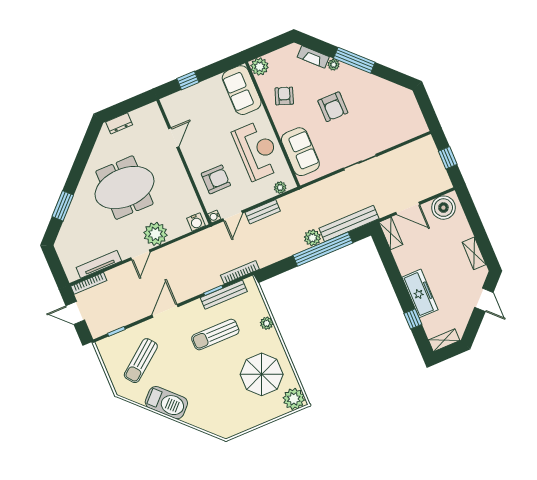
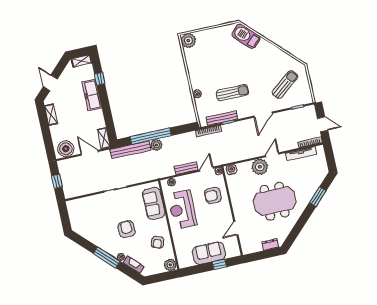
sofa: (242, 90) -> (209, 253), moved, turned -90
parasol: (262, 374) -> (207, 61), removed
barbecue: (166, 403) -> (246, 36), moved

